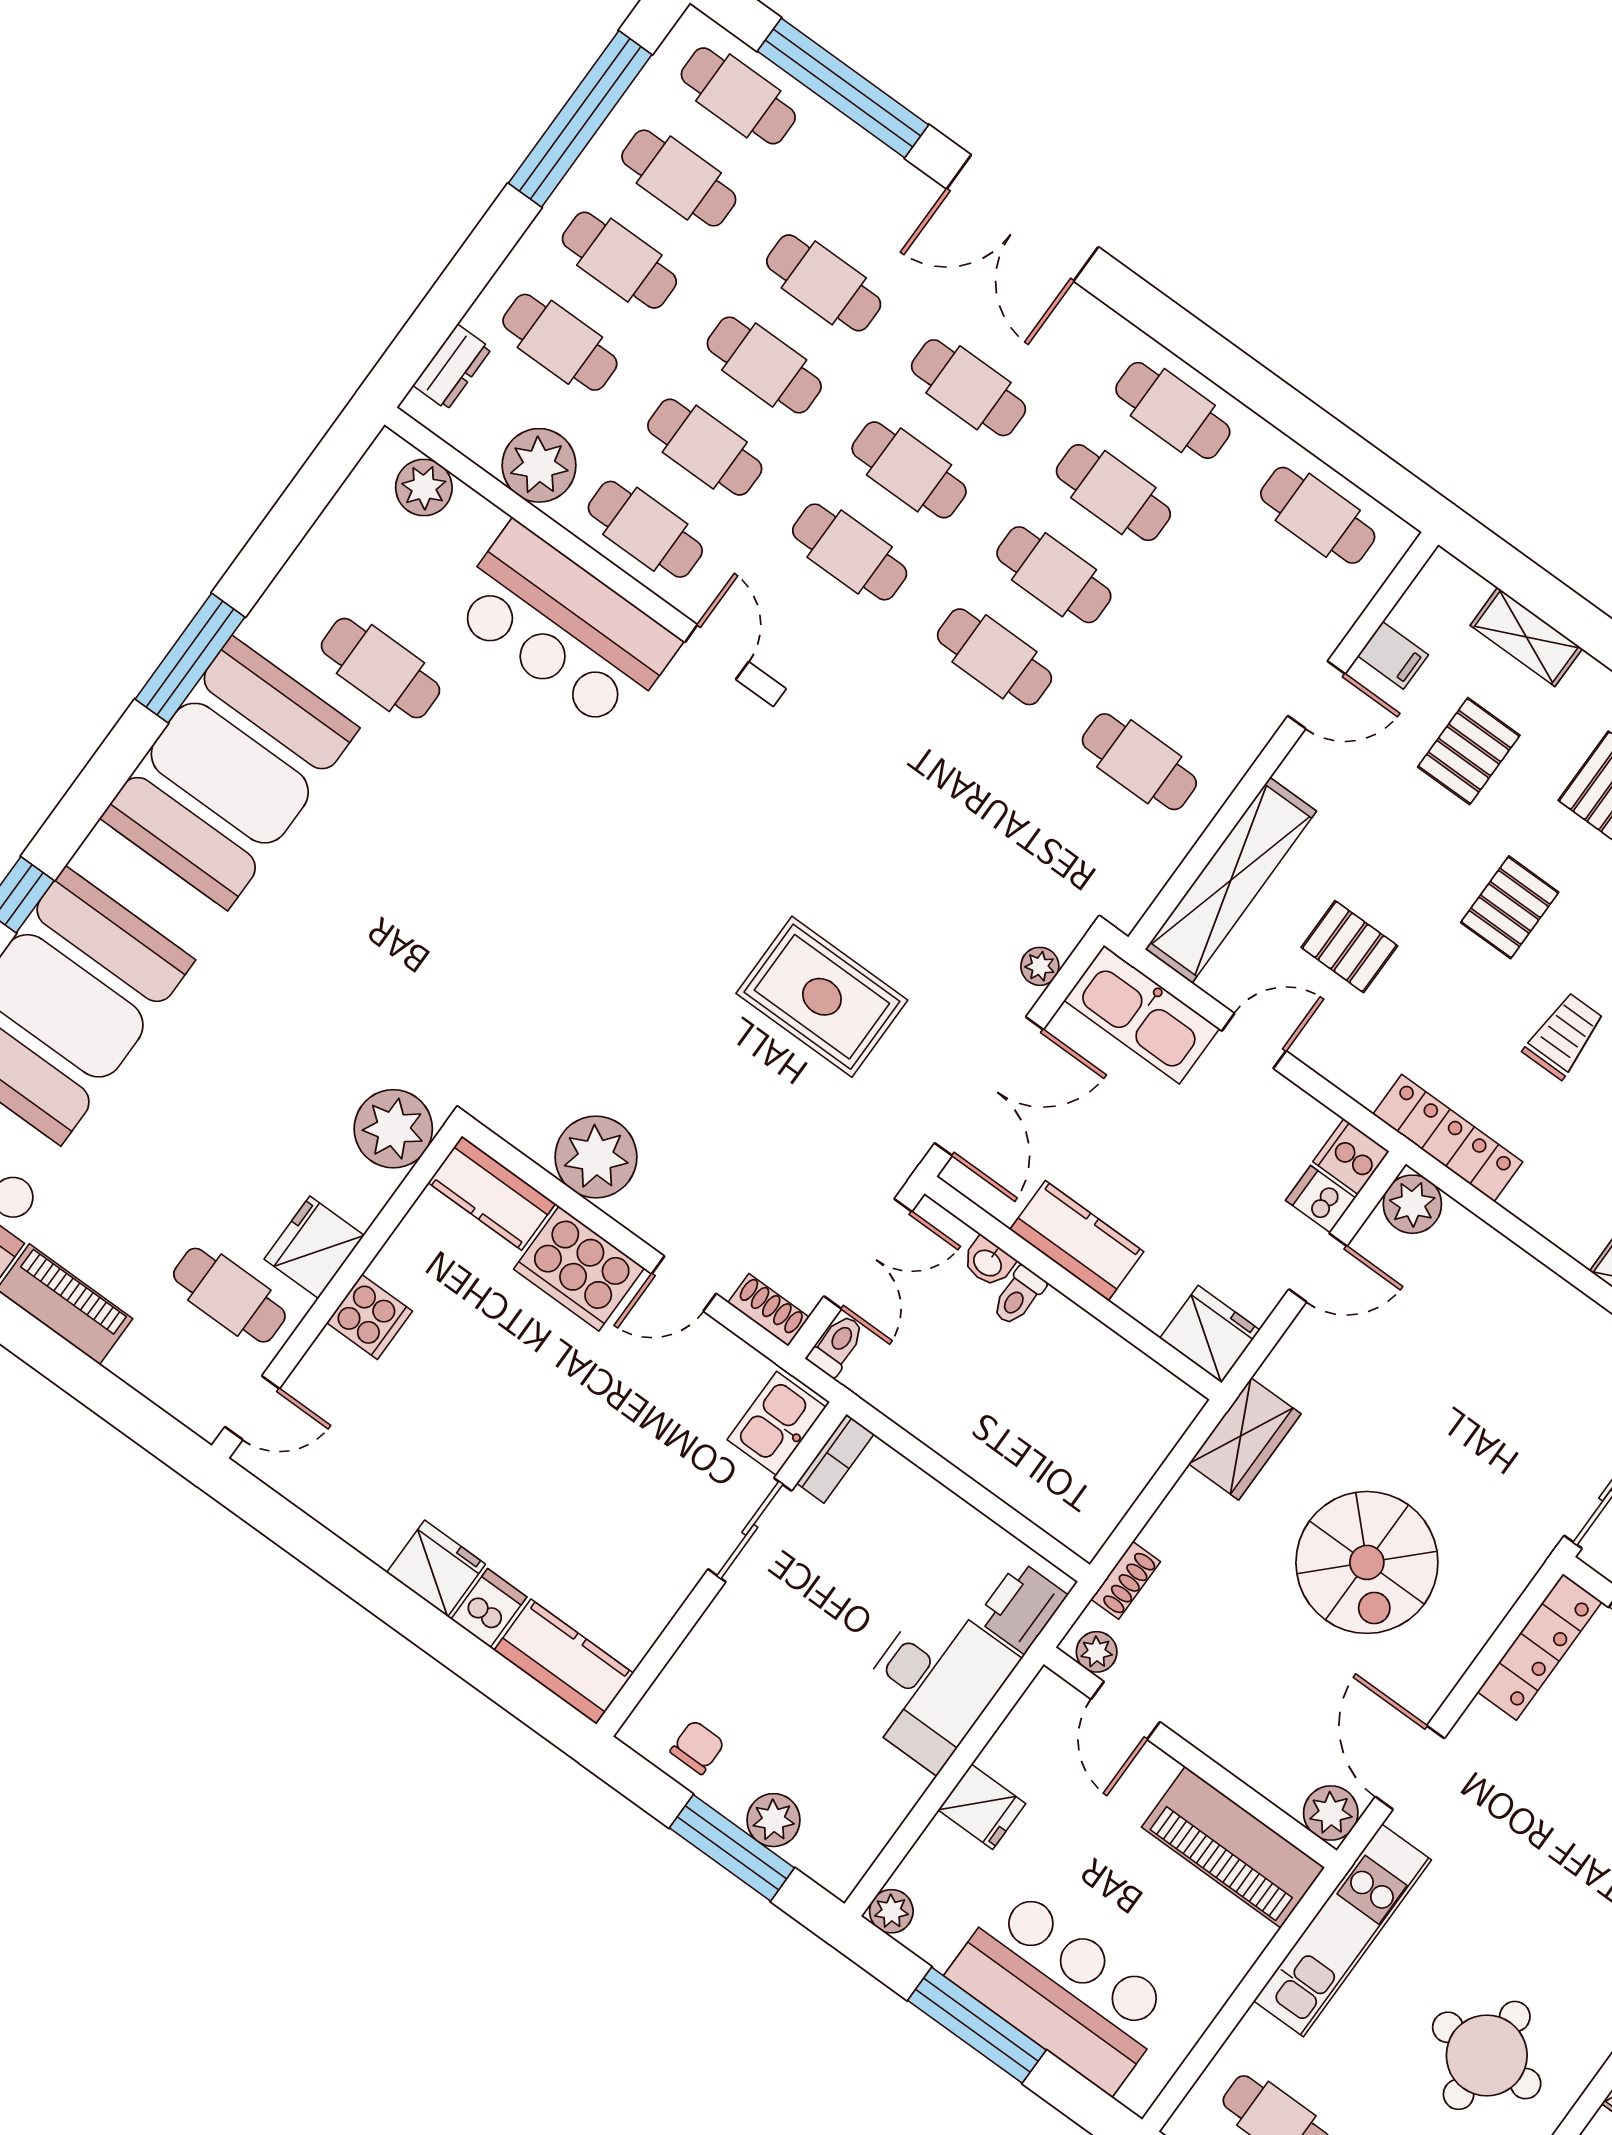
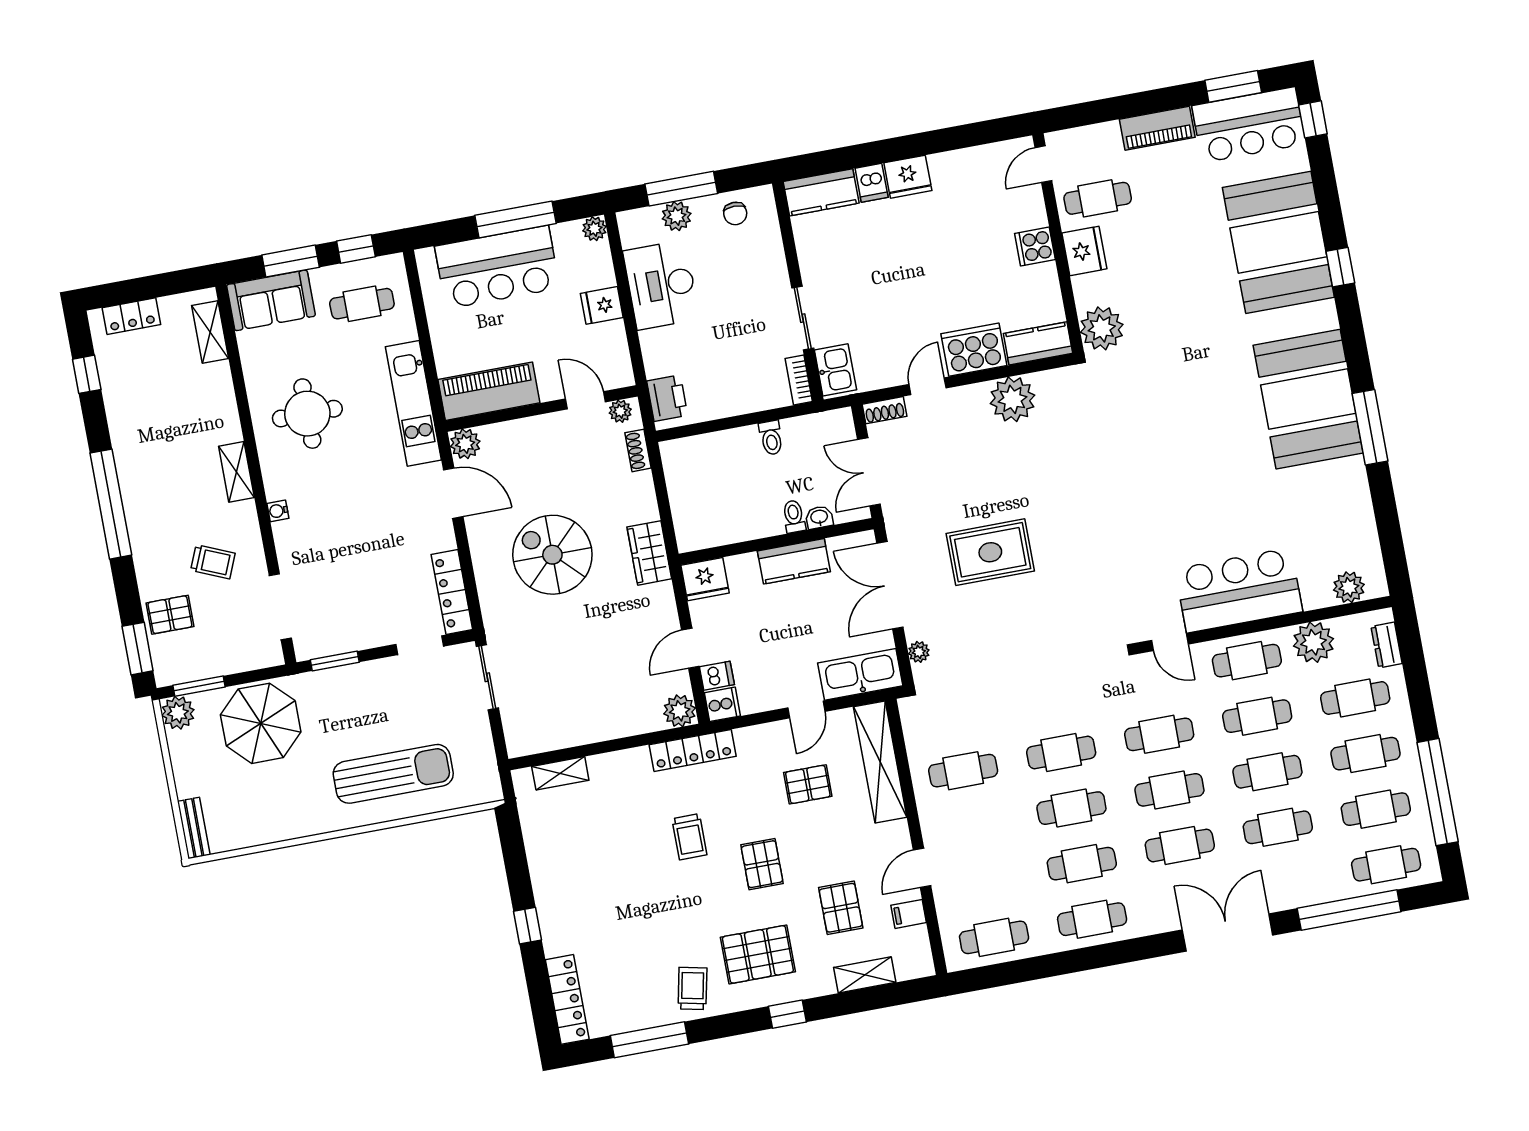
cafe table: (381, 668) -> (1293, 500), removed
toilet: (837, 1345) -> (771, 438), moved
desk: (933, 1684) -> (661, 285), moved

